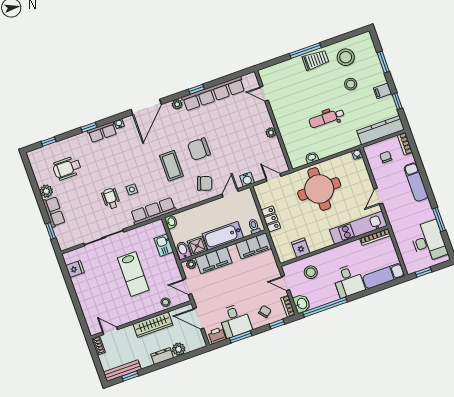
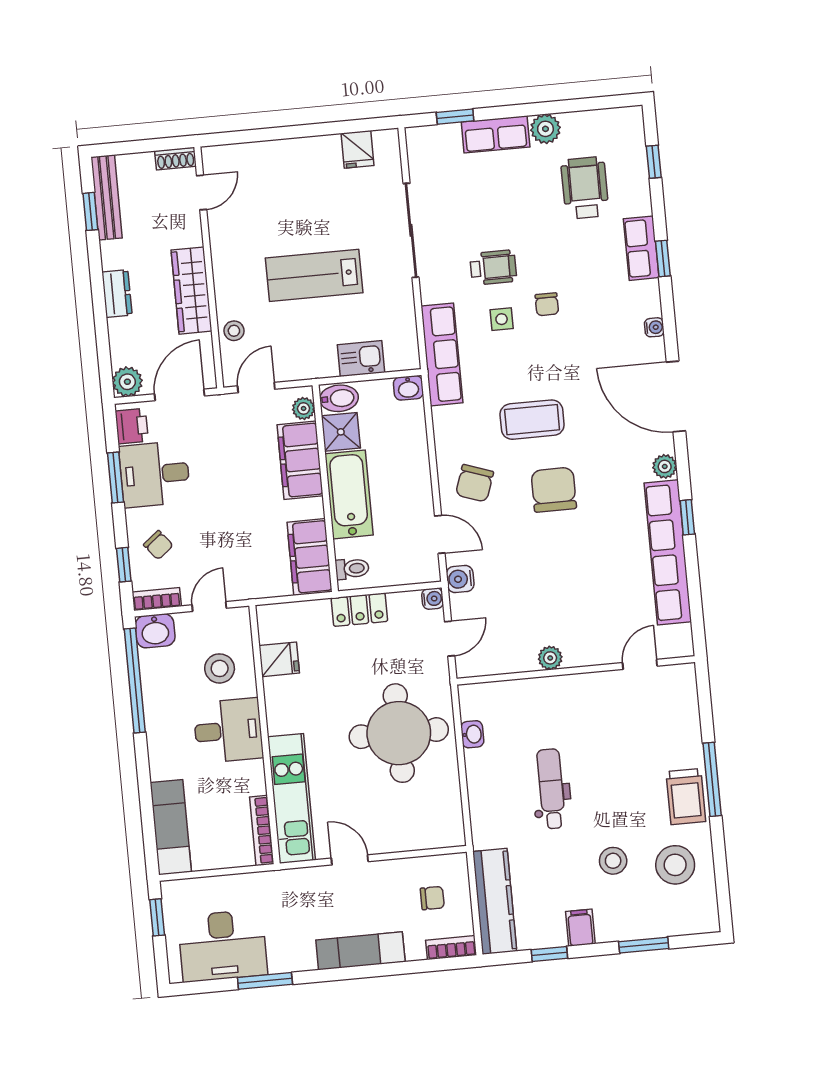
row of seats: (102, 132) -> (641, 248), moved
water cooler: (357, 154) -> (433, 599), moved
chair: (121, 172) -> (547, 304), added
desk: (348, 281) -> (228, 731), moved, turned 180
plant: (179, 349) -> (127, 382), moved

